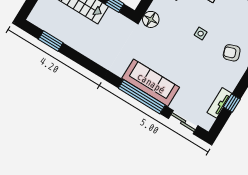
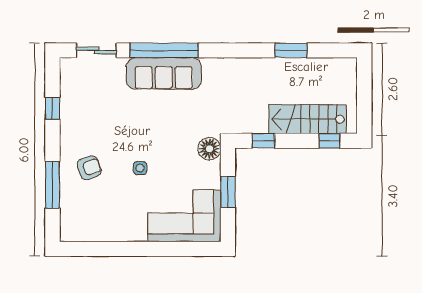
window: (51, 41) -> (291, 50), moved
tv unit: (219, 103) -> (67, 100), removed

